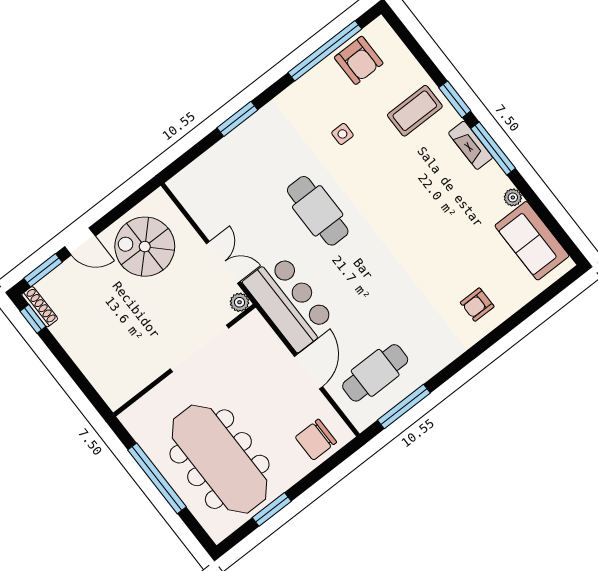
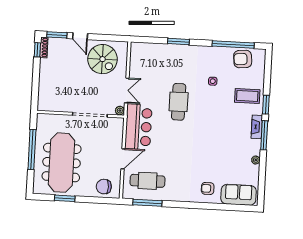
armchair: (359, 60) -> (243, 59), turned 85
sofa: (532, 241) -> (239, 195), moved, turned 90
spiral stairs: (145, 247) -> (103, 59), turned 180

